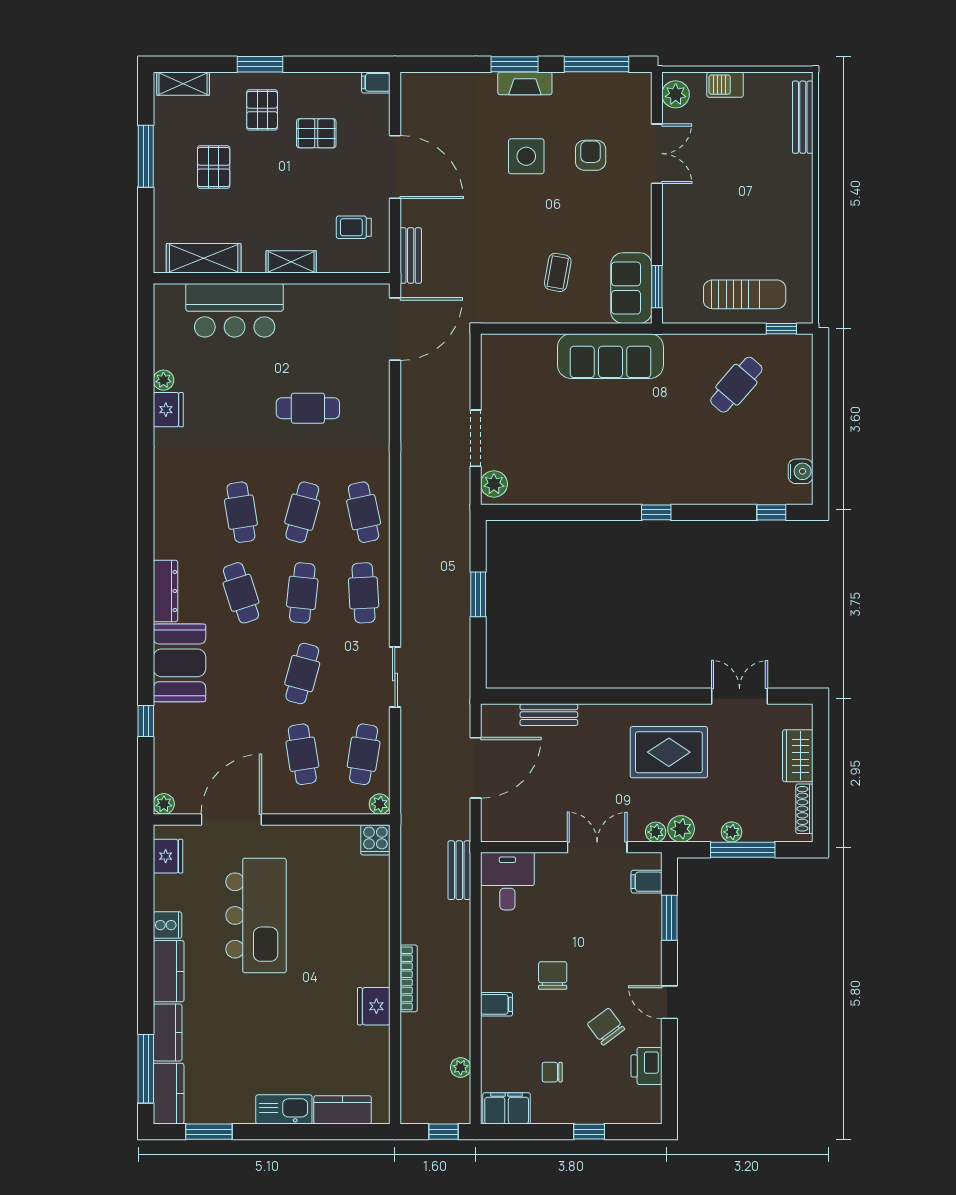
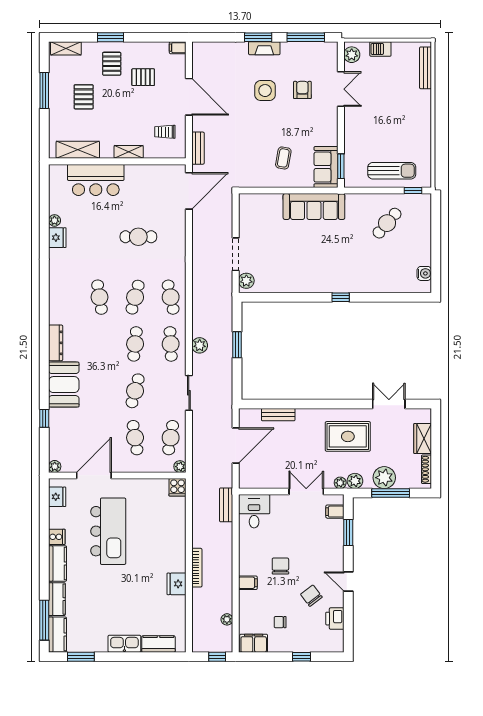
window: (771, 512) -> (407, 297), removed
cafe table: (241, 593) -> (99, 344), removed
plant: (413, 595) -> (200, 345), added
plant: (732, 832) -> (384, 478), width x1.88, depth x1.88

